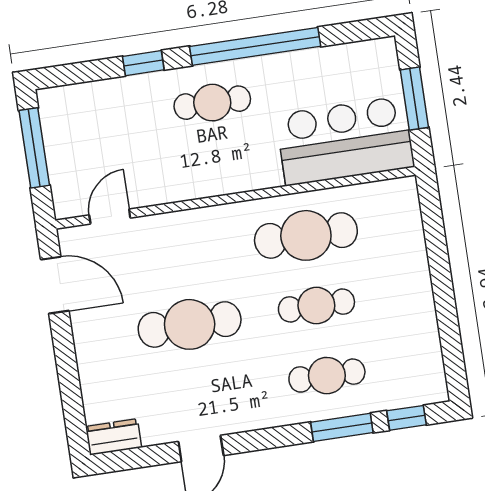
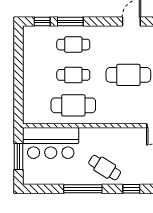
window: (255, 46) -> (83, 189), width x0.68
cafe table: (212, 103) -> (105, 168), turned 32

